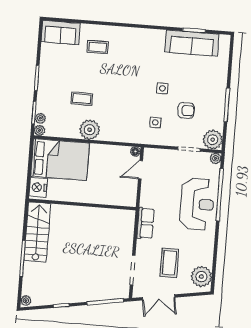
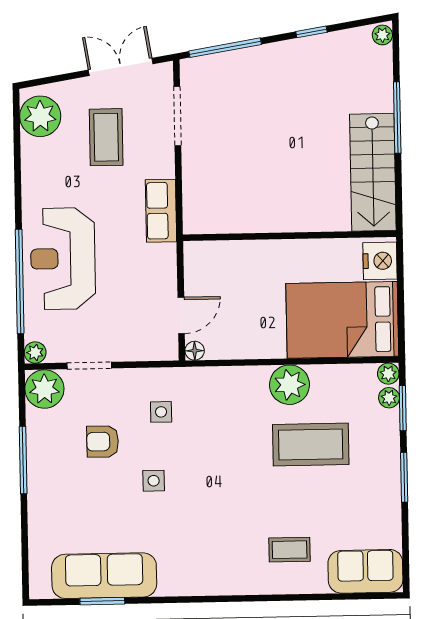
coffee table: (82, 99) -> (311, 444), width x1.86, depth x1.72

